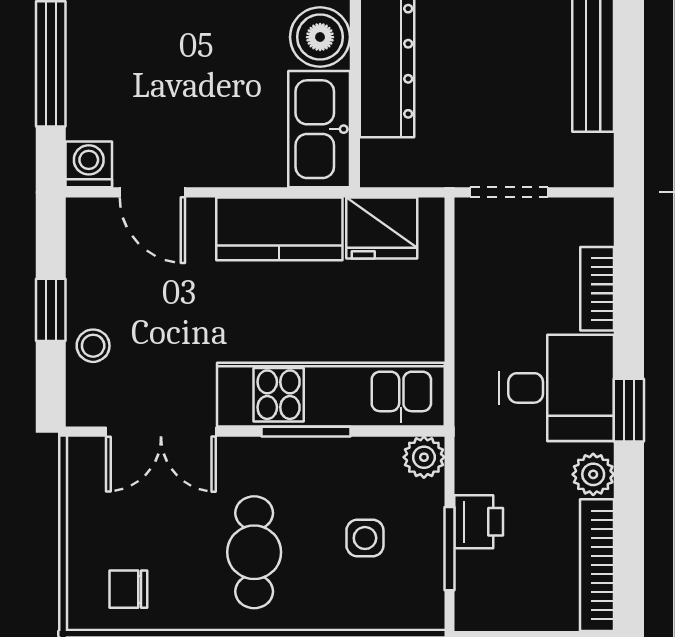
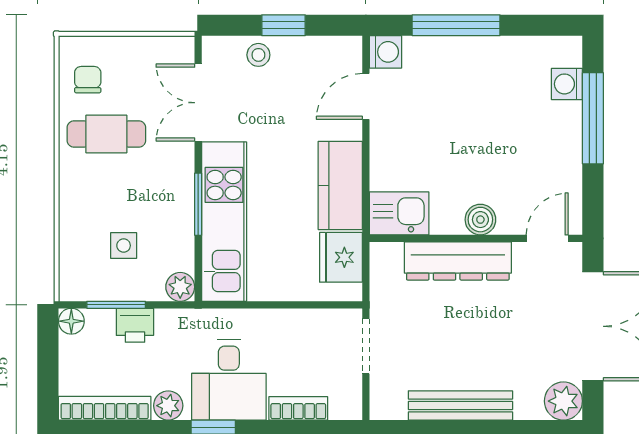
boiler: (320, 37) -> (480, 220), width x0.73, depth x0.73
kitchen sink: (319, 129) -> (399, 213), width x0.73
cafe table: (254, 552) -> (106, 134), moved
floor lamp: (473, 613) -> (71, 321), added

